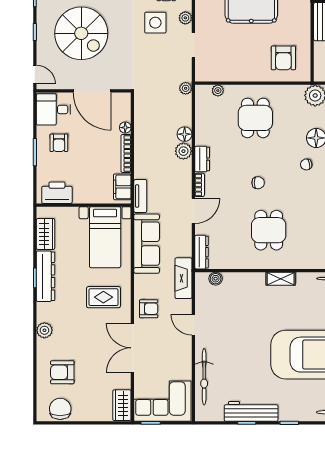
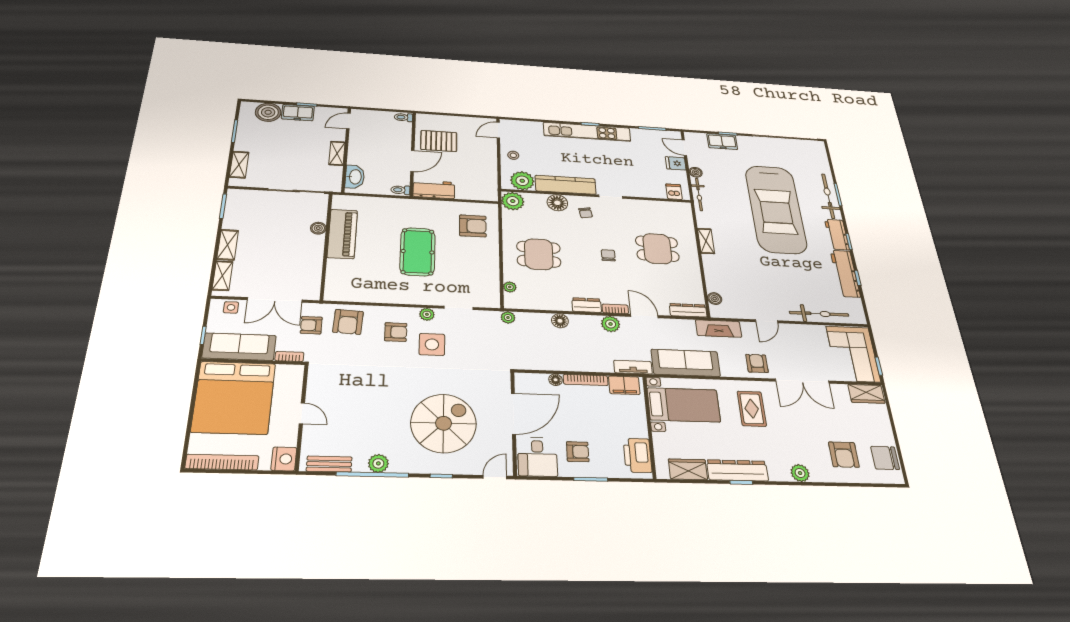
plant: (183, 151) -> (611, 324), moved
workbench: (297, 412) -> (837, 234), added

